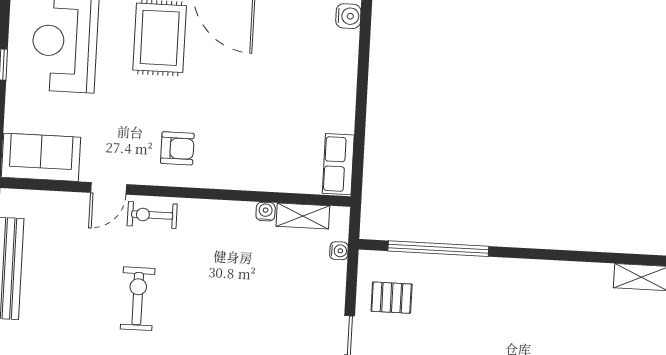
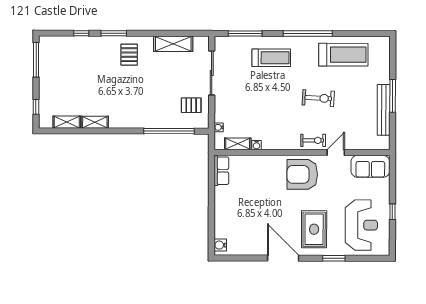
armchair: (177, 148) -> (302, 174), width x1.88, depth x1.88
shelving: (585, 274) -> (95, 122), added
exercise bike: (138, 299) -> (318, 98), turned -87

